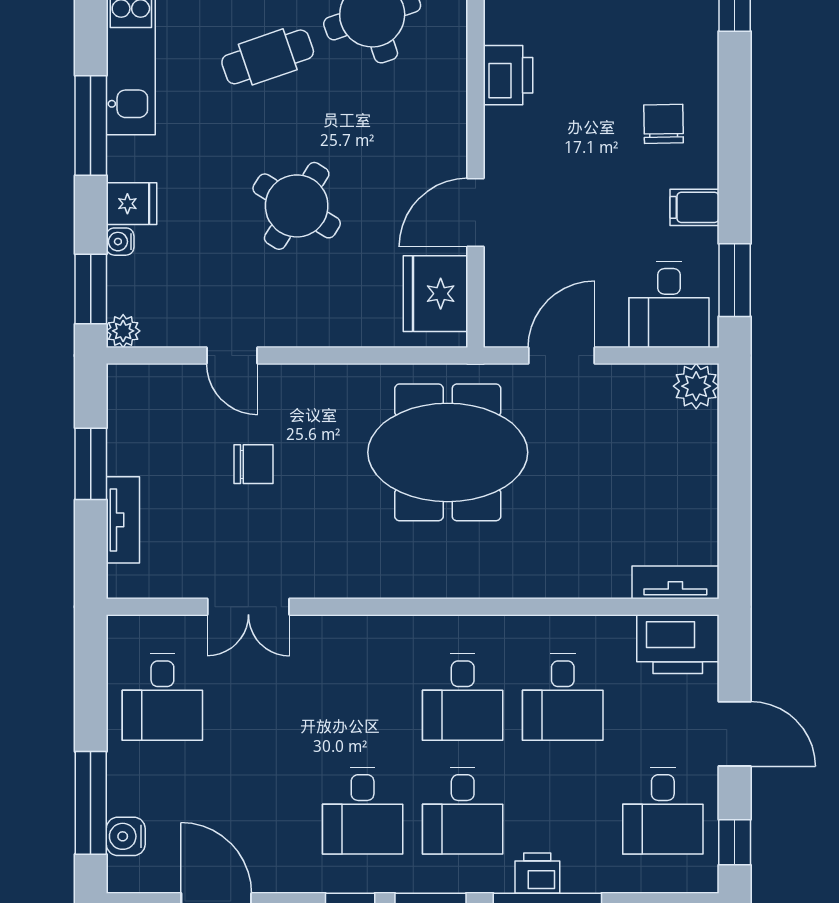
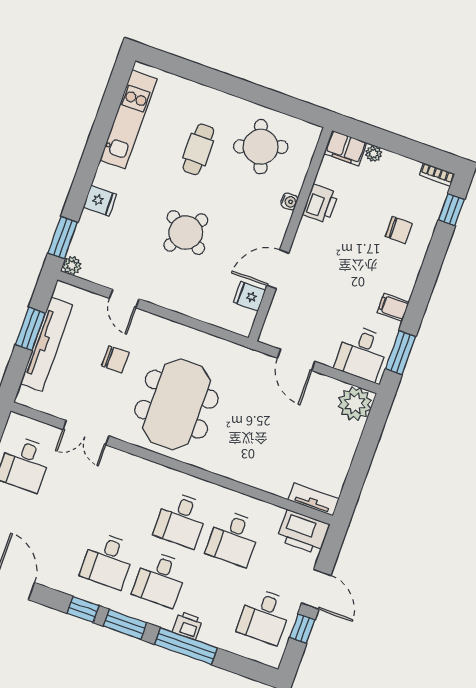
cafe table: (268, 57) -> (198, 149), turned -71
chair: (664, 124) -> (399, 230), moved, turned 91
window: (91, 125) -> (93, 152), removed
water cooler: (120, 242) -> (289, 201), moved, turned 180
fridge: (436, 294) -> (249, 296), width x0.53, depth x0.75
door: (561, 356) -> (296, 360), swing flipped
plant: (696, 386) -> (355, 404), width x1.36, depth x1.36
meeting table: (448, 452) -> (176, 404), moved, turned 90
tv unit: (123, 520) -> (47, 344), width x1.92, depth x1.29
window: (735, 842) -> (302, 629), moved

